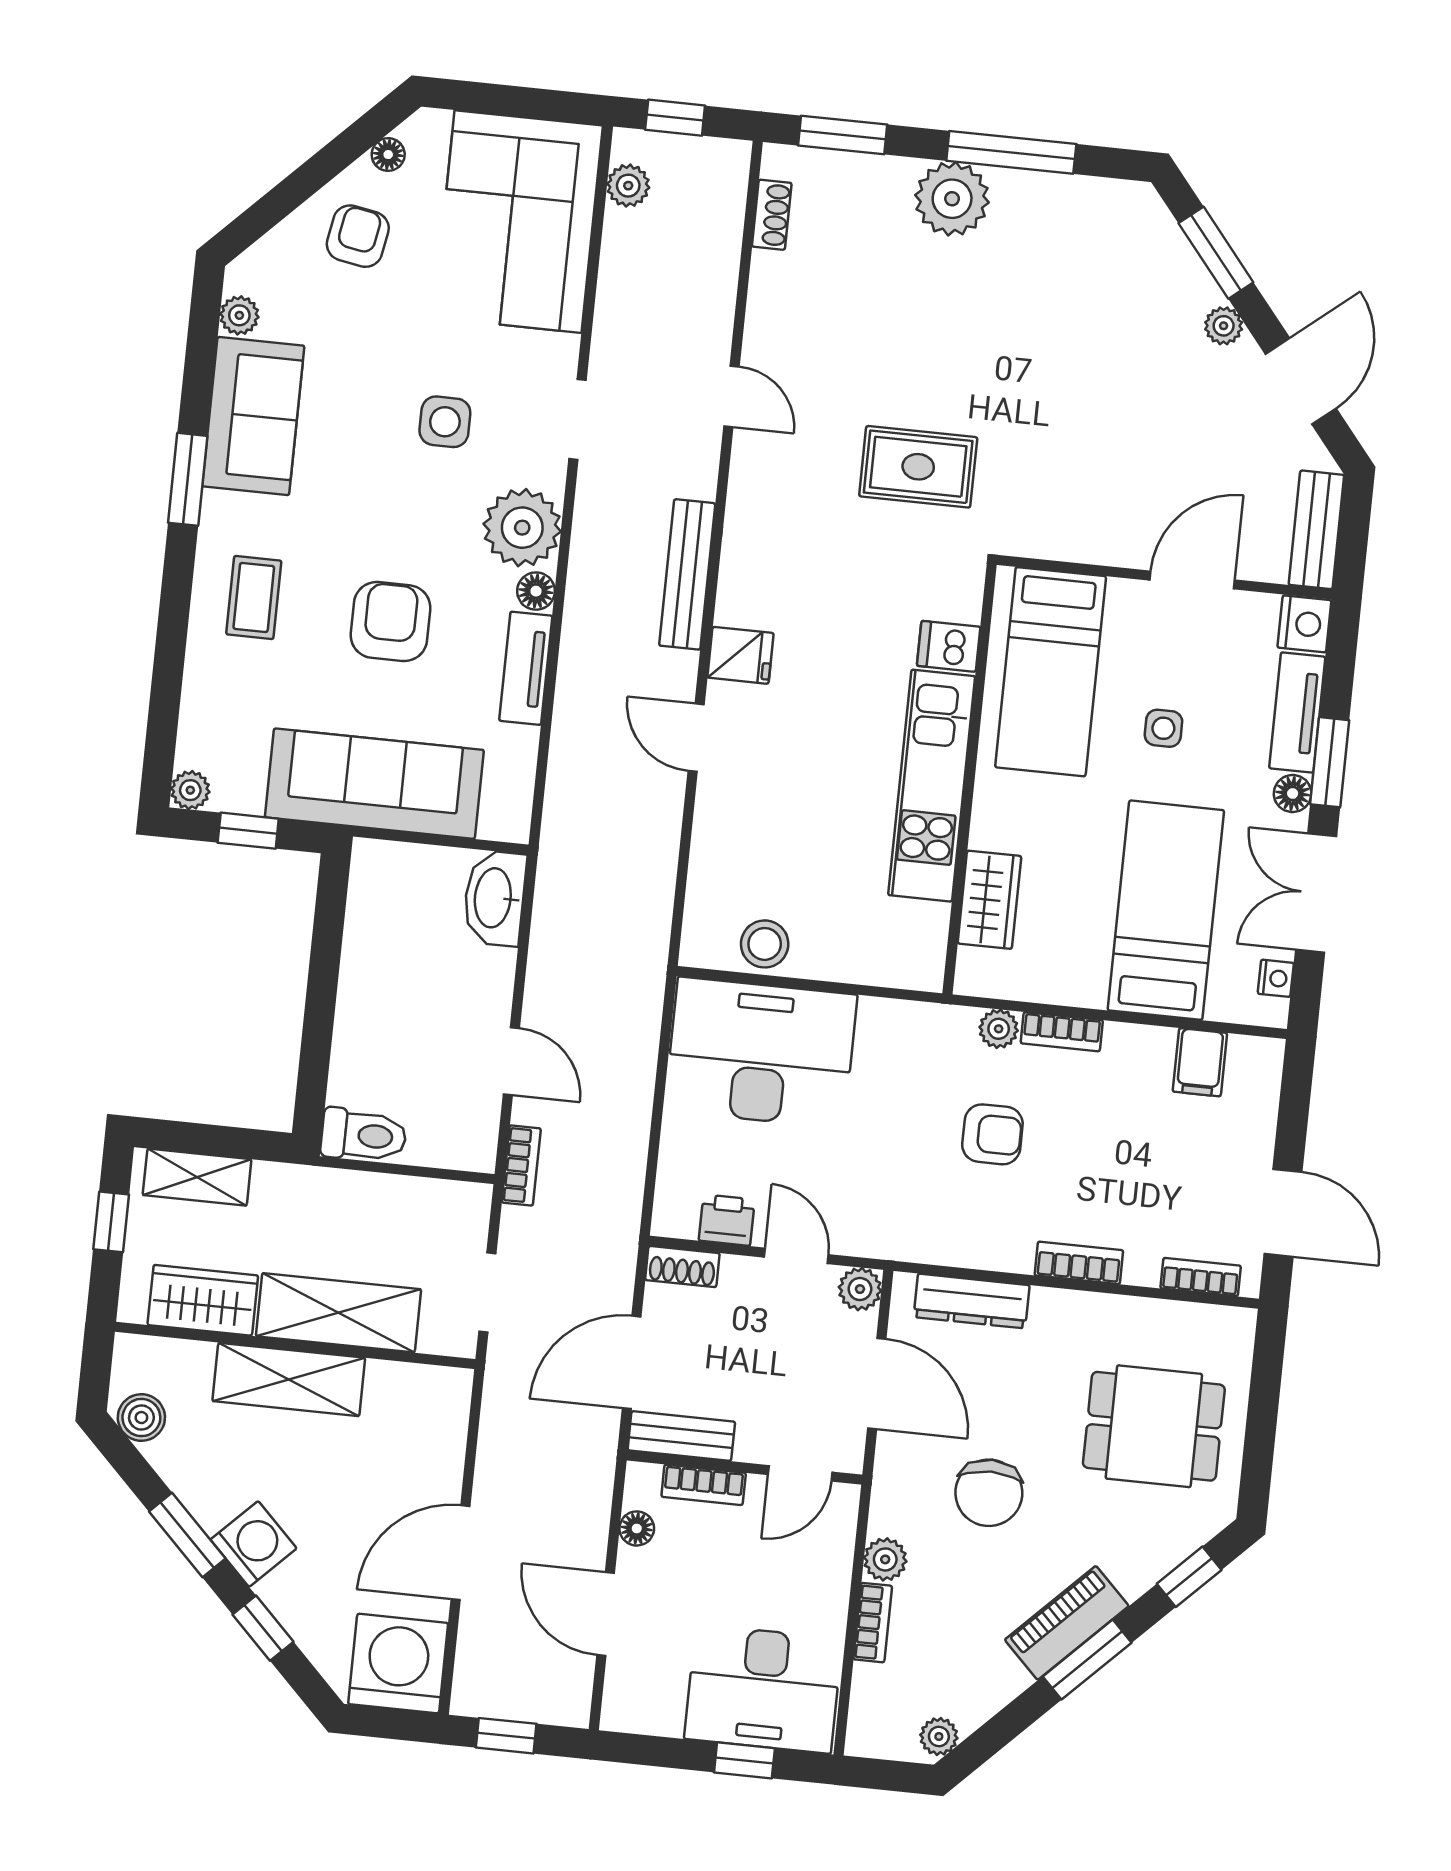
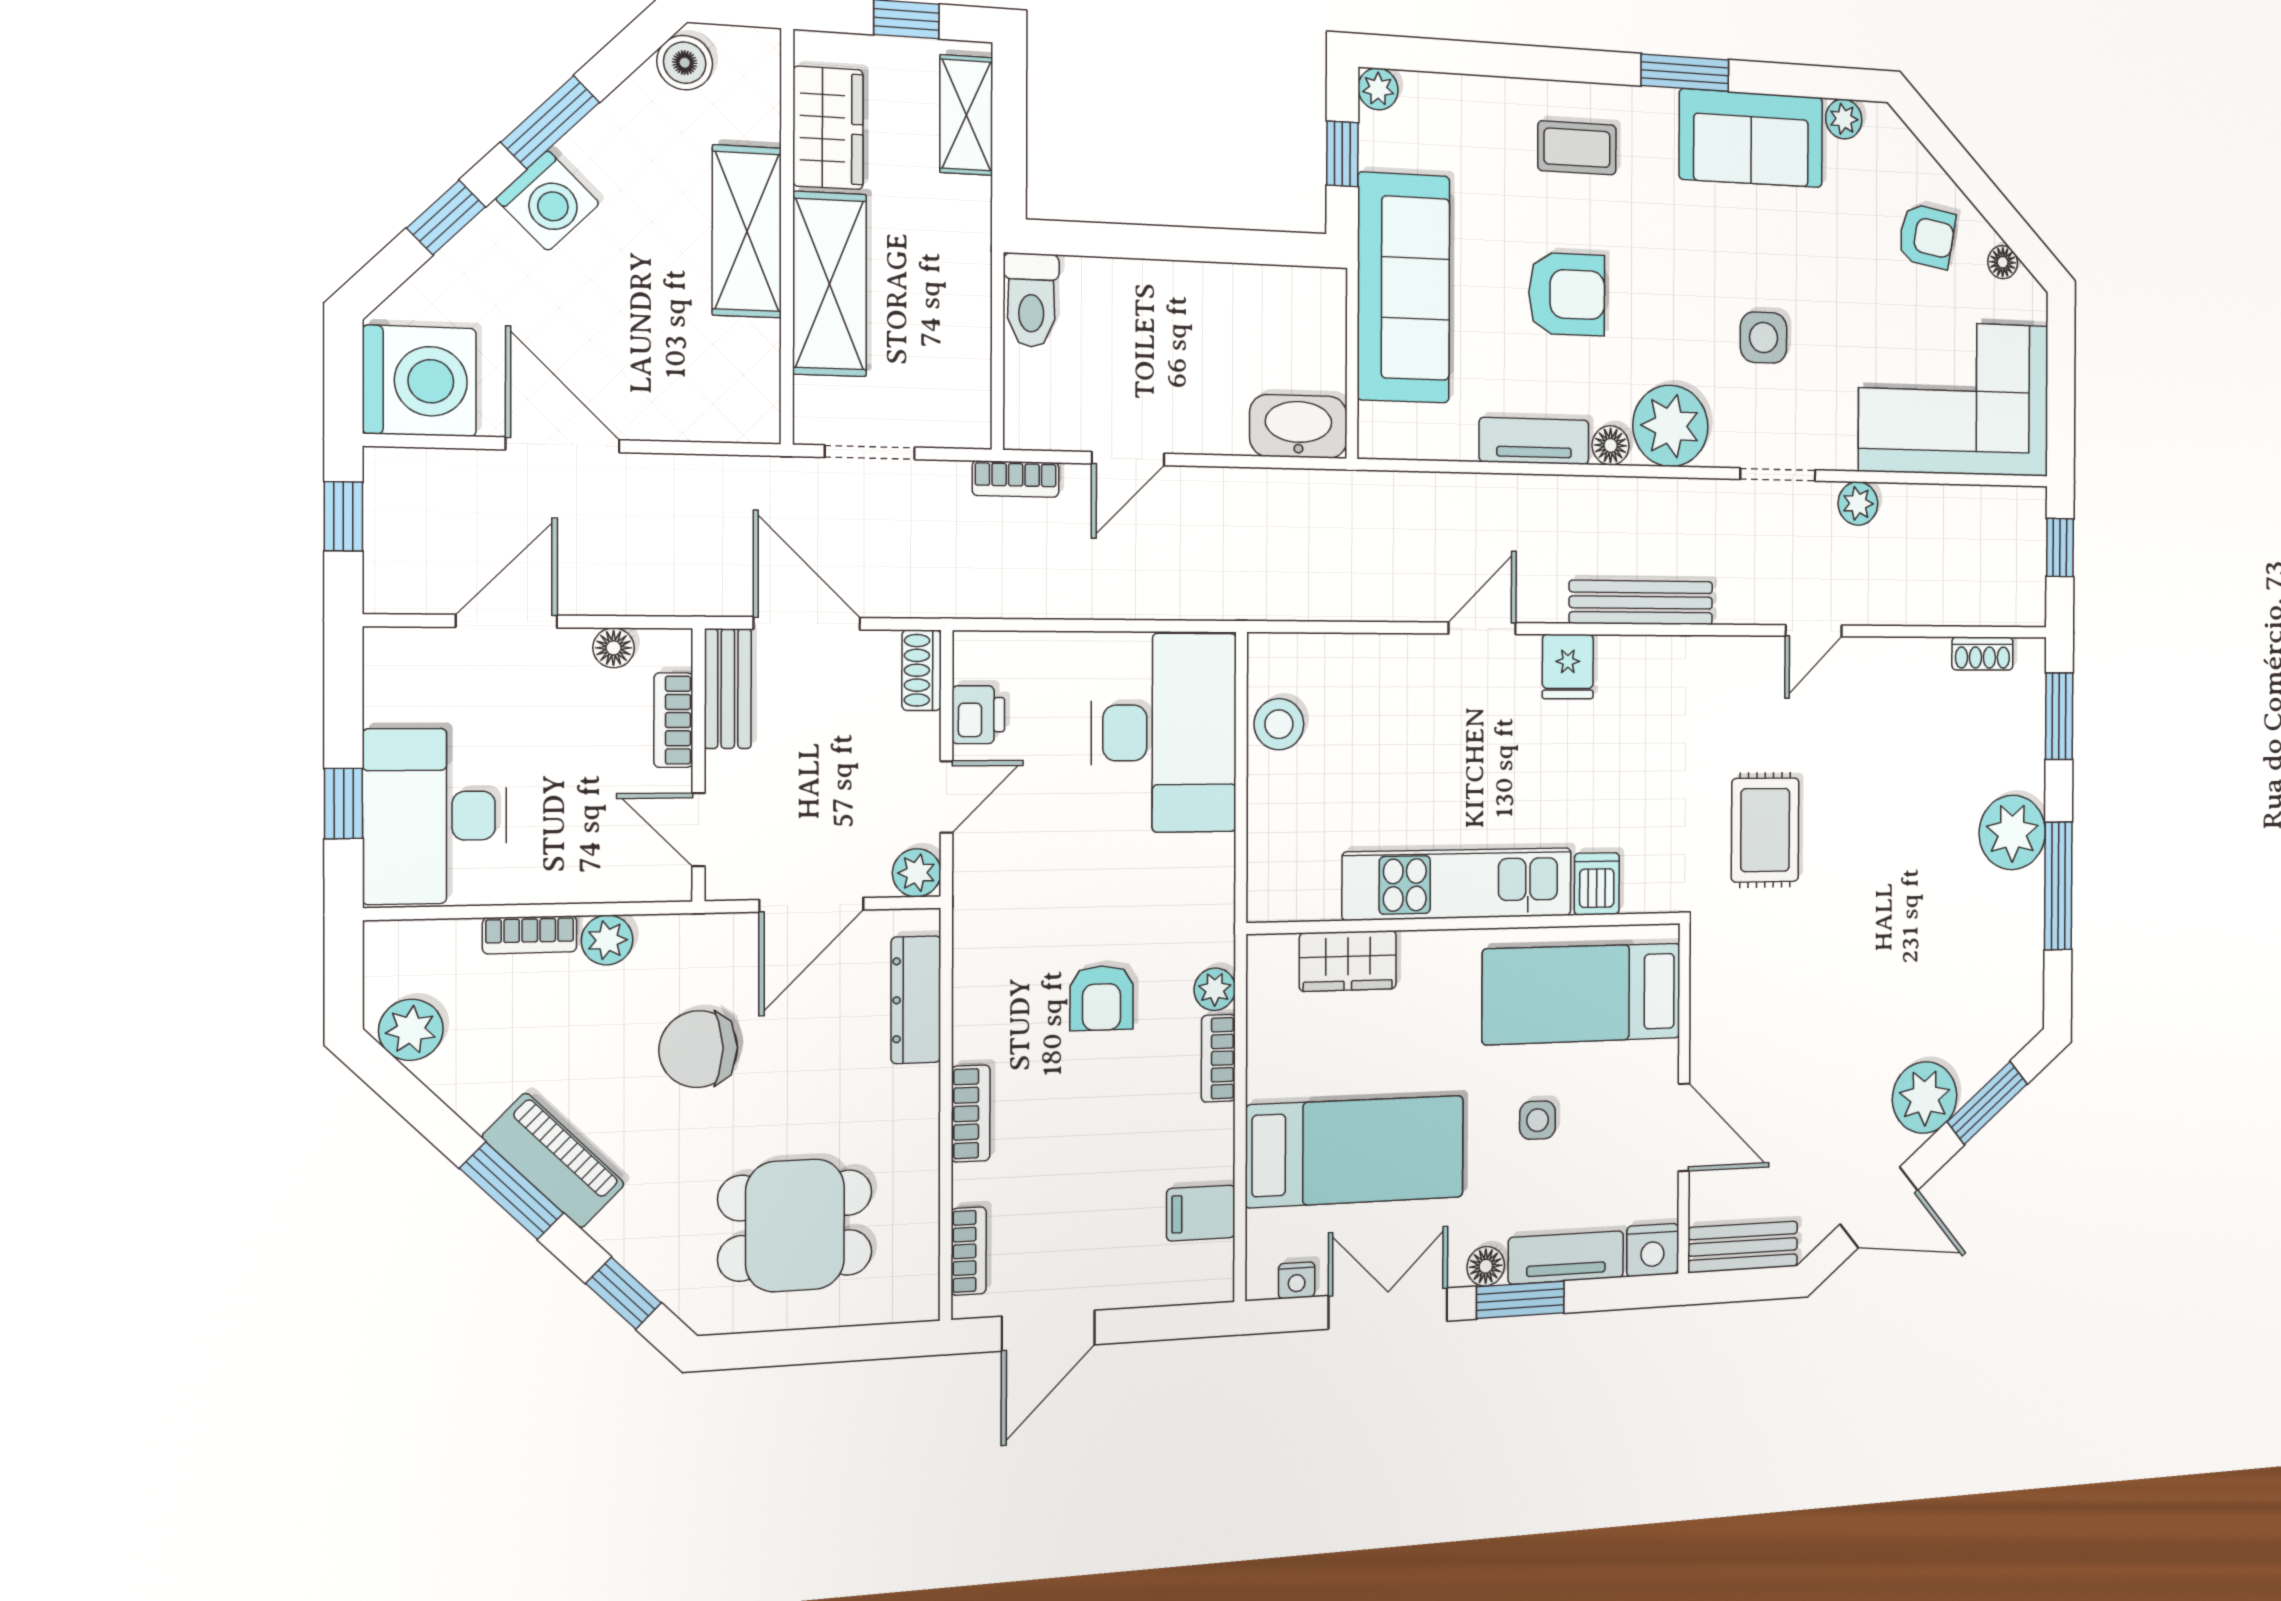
plant: (628, 186) -> (1858, 503), moved
plant: (1224, 326) -> (1925, 1097), width x1.88, depth x1.88
dining table: (1154, 1426) -> (795, 1225), turned 90
plant: (939, 1736) -> (411, 1030), width x1.38, depth x1.38

